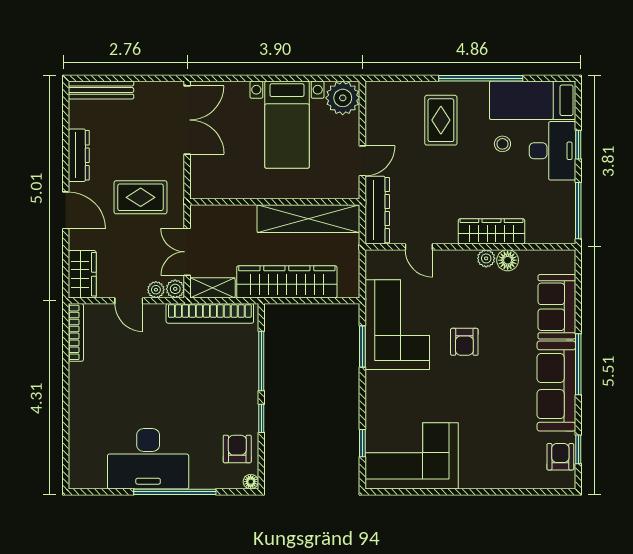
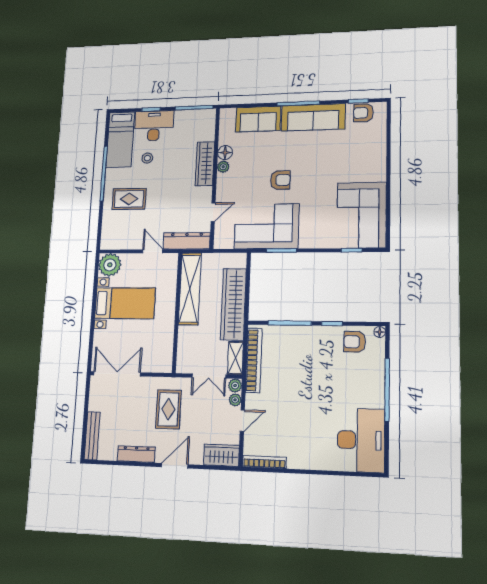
desk: (148, 459) -> (361, 440), moved

